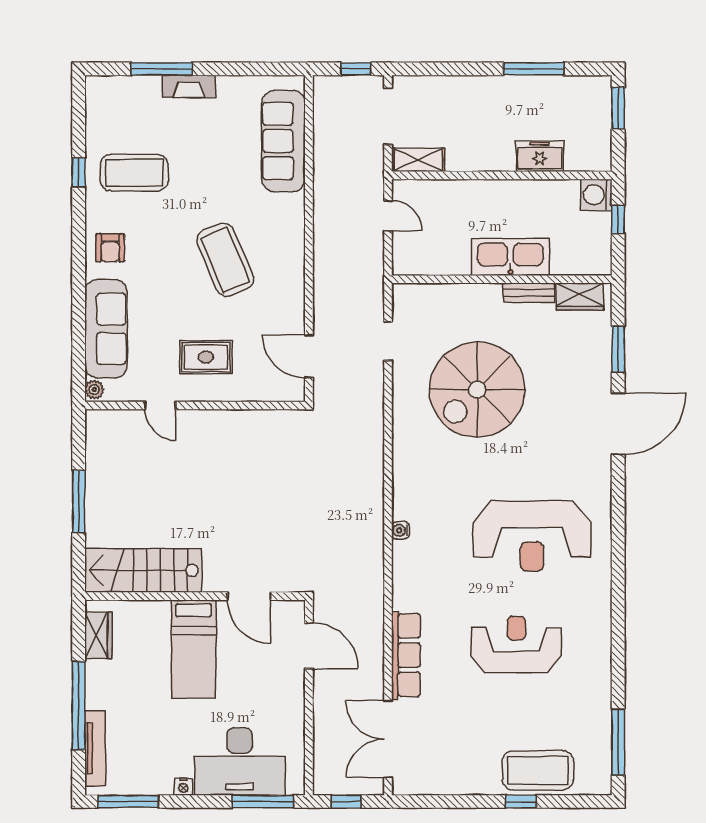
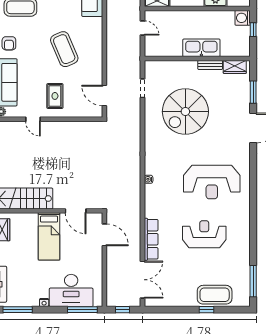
rug: (206, 357) -> (55, 96), turned 90
double door: (388, 739) -> (143, 280), swing flipped

